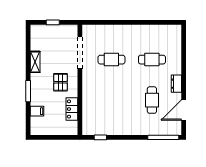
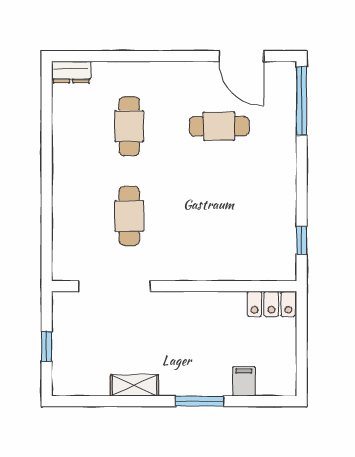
pallet: (60, 82) -> (180, 329), removed
dresser: (176, 84) -> (71, 72), moved
locker: (72, 109) -> (271, 304), moved

